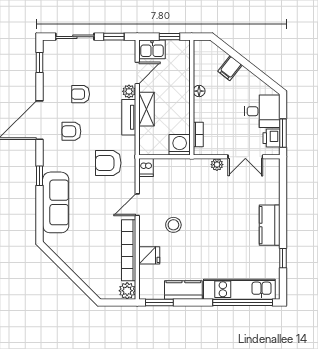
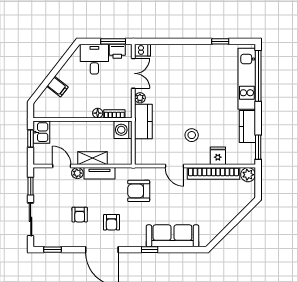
kitchen sink: (152, 49) -> (41, 132), moved
floor lamp: (199, 91) -> (98, 113), moved
armchair: (108, 163) -> (139, 191), turned 90
dishwasher: (146, 168) -> (143, 50), moved
kitchen counter: (270, 225) -> (143, 122), moved, turned -90

